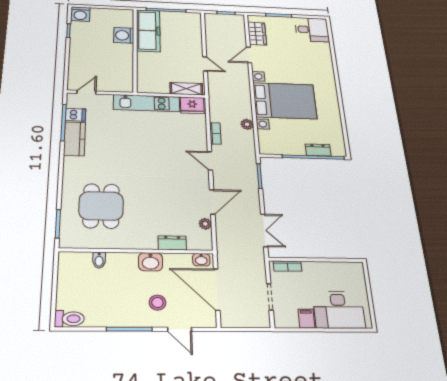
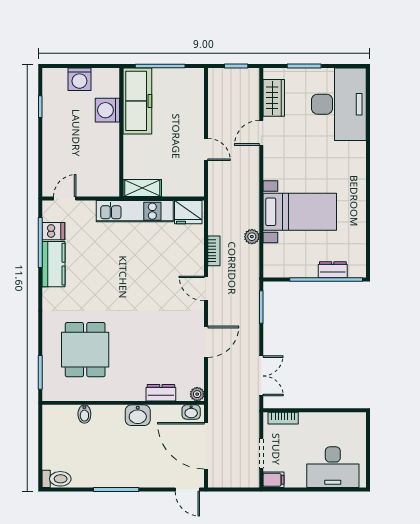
washing machine: (80, 14) -> (79, 79), moved
desk: (312, 30) -> (339, 104), width x1.87, depth x1.30
shelving: (186, 89) -> (142, 188), moved
bed with nightstands: (285, 101) -> (300, 212), width x0.73
plant: (205, 224) -> (197, 394), moved
stool: (157, 303) -> (144, 461), removed
filing cabinet: (306, 319) -> (273, 480), moved, turned 90
door: (180, 329) -> (187, 489), moved

